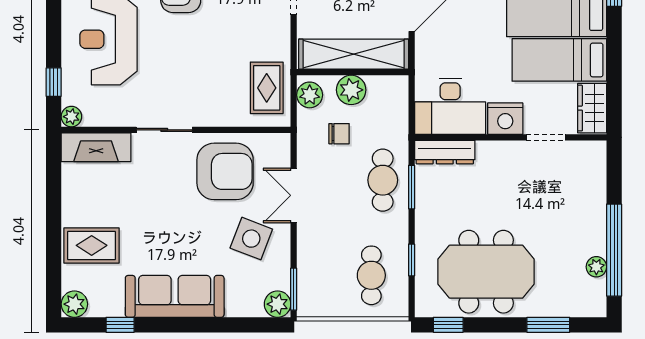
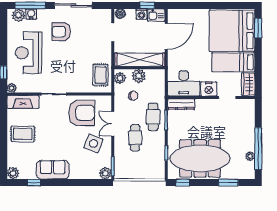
rug: (92, 245) -> (23, 134), moved
meeting table: (486, 272) -> (200, 158), width x1.36
cafe table: (371, 275) -> (135, 138), moved
sofa: (175, 296) -> (53, 170), width x0.73

